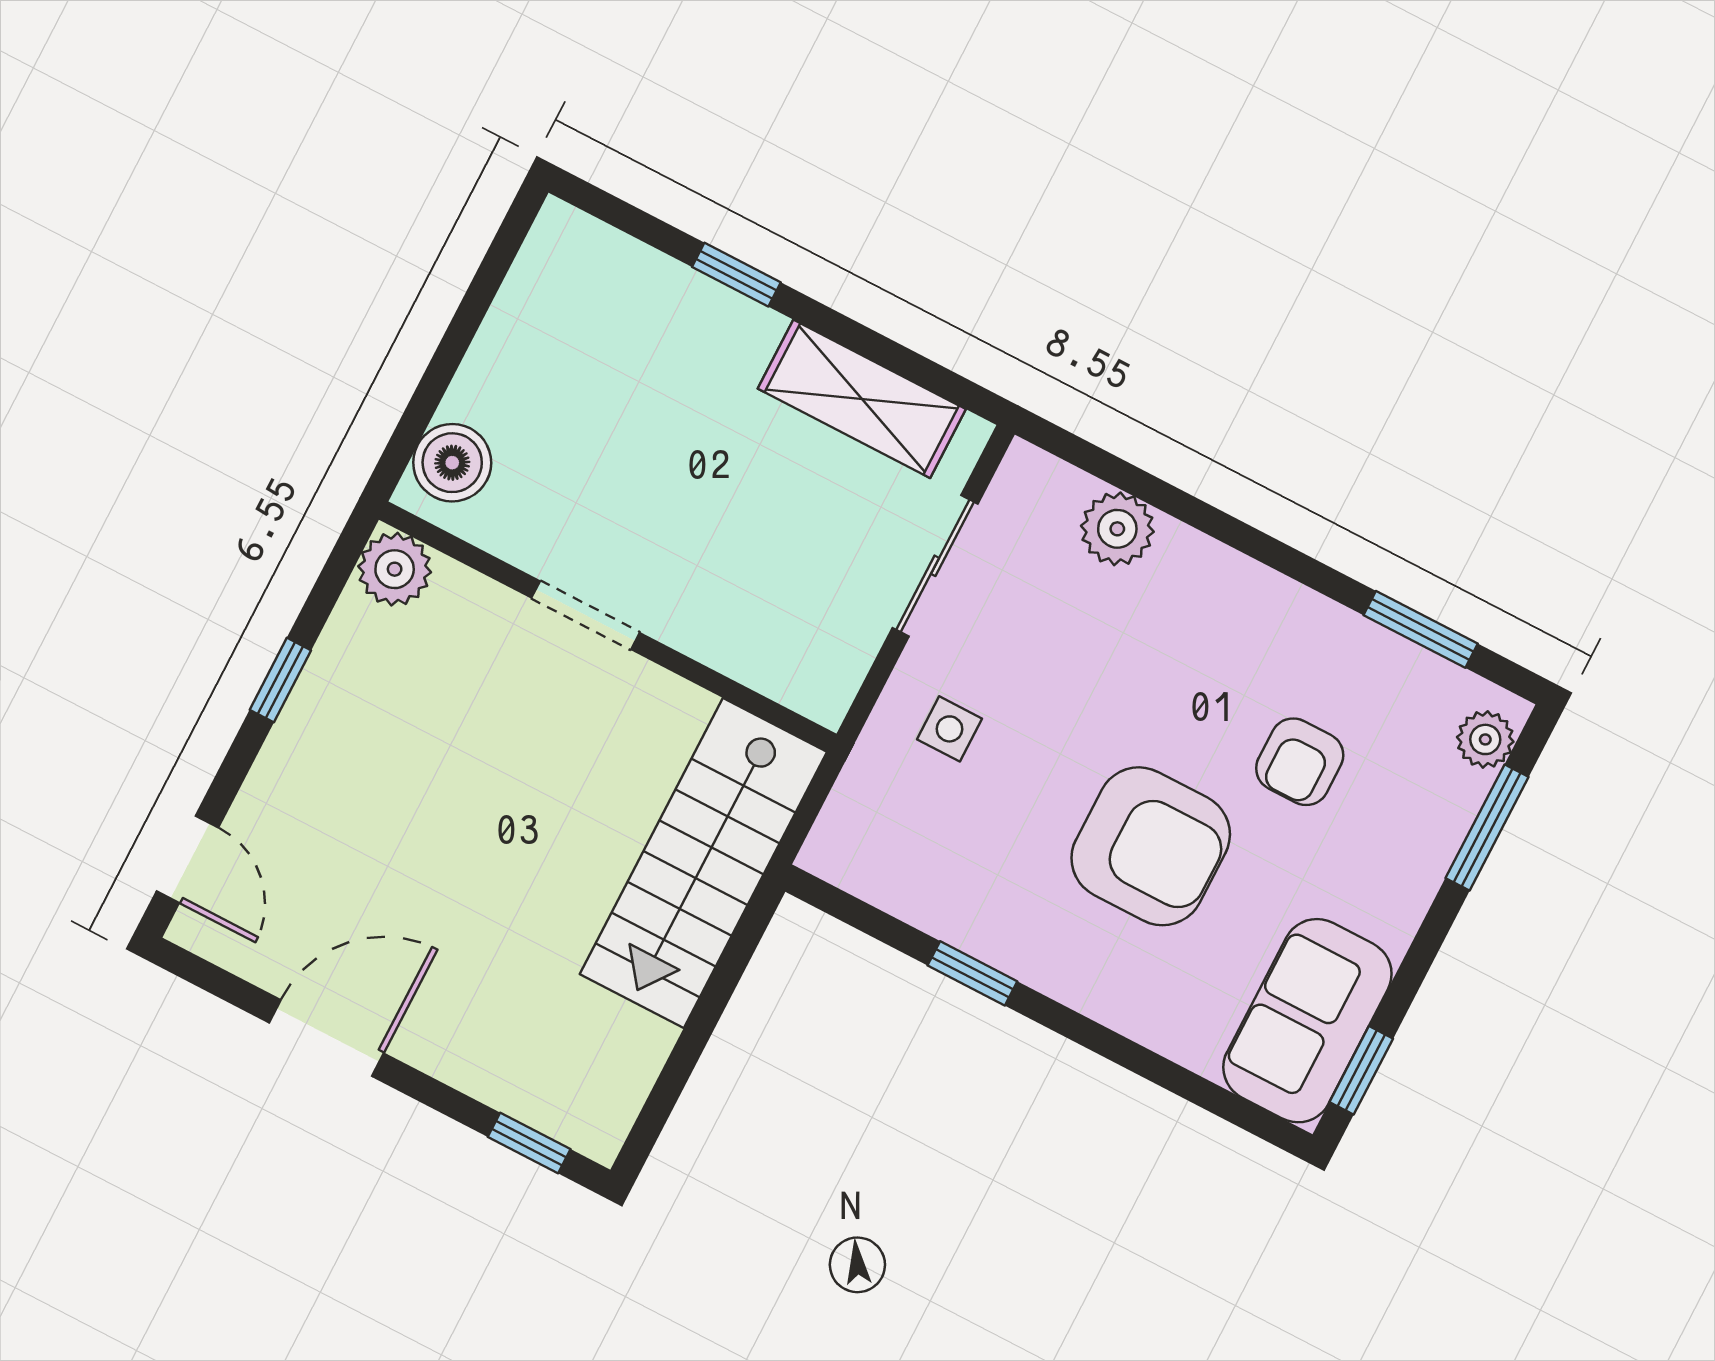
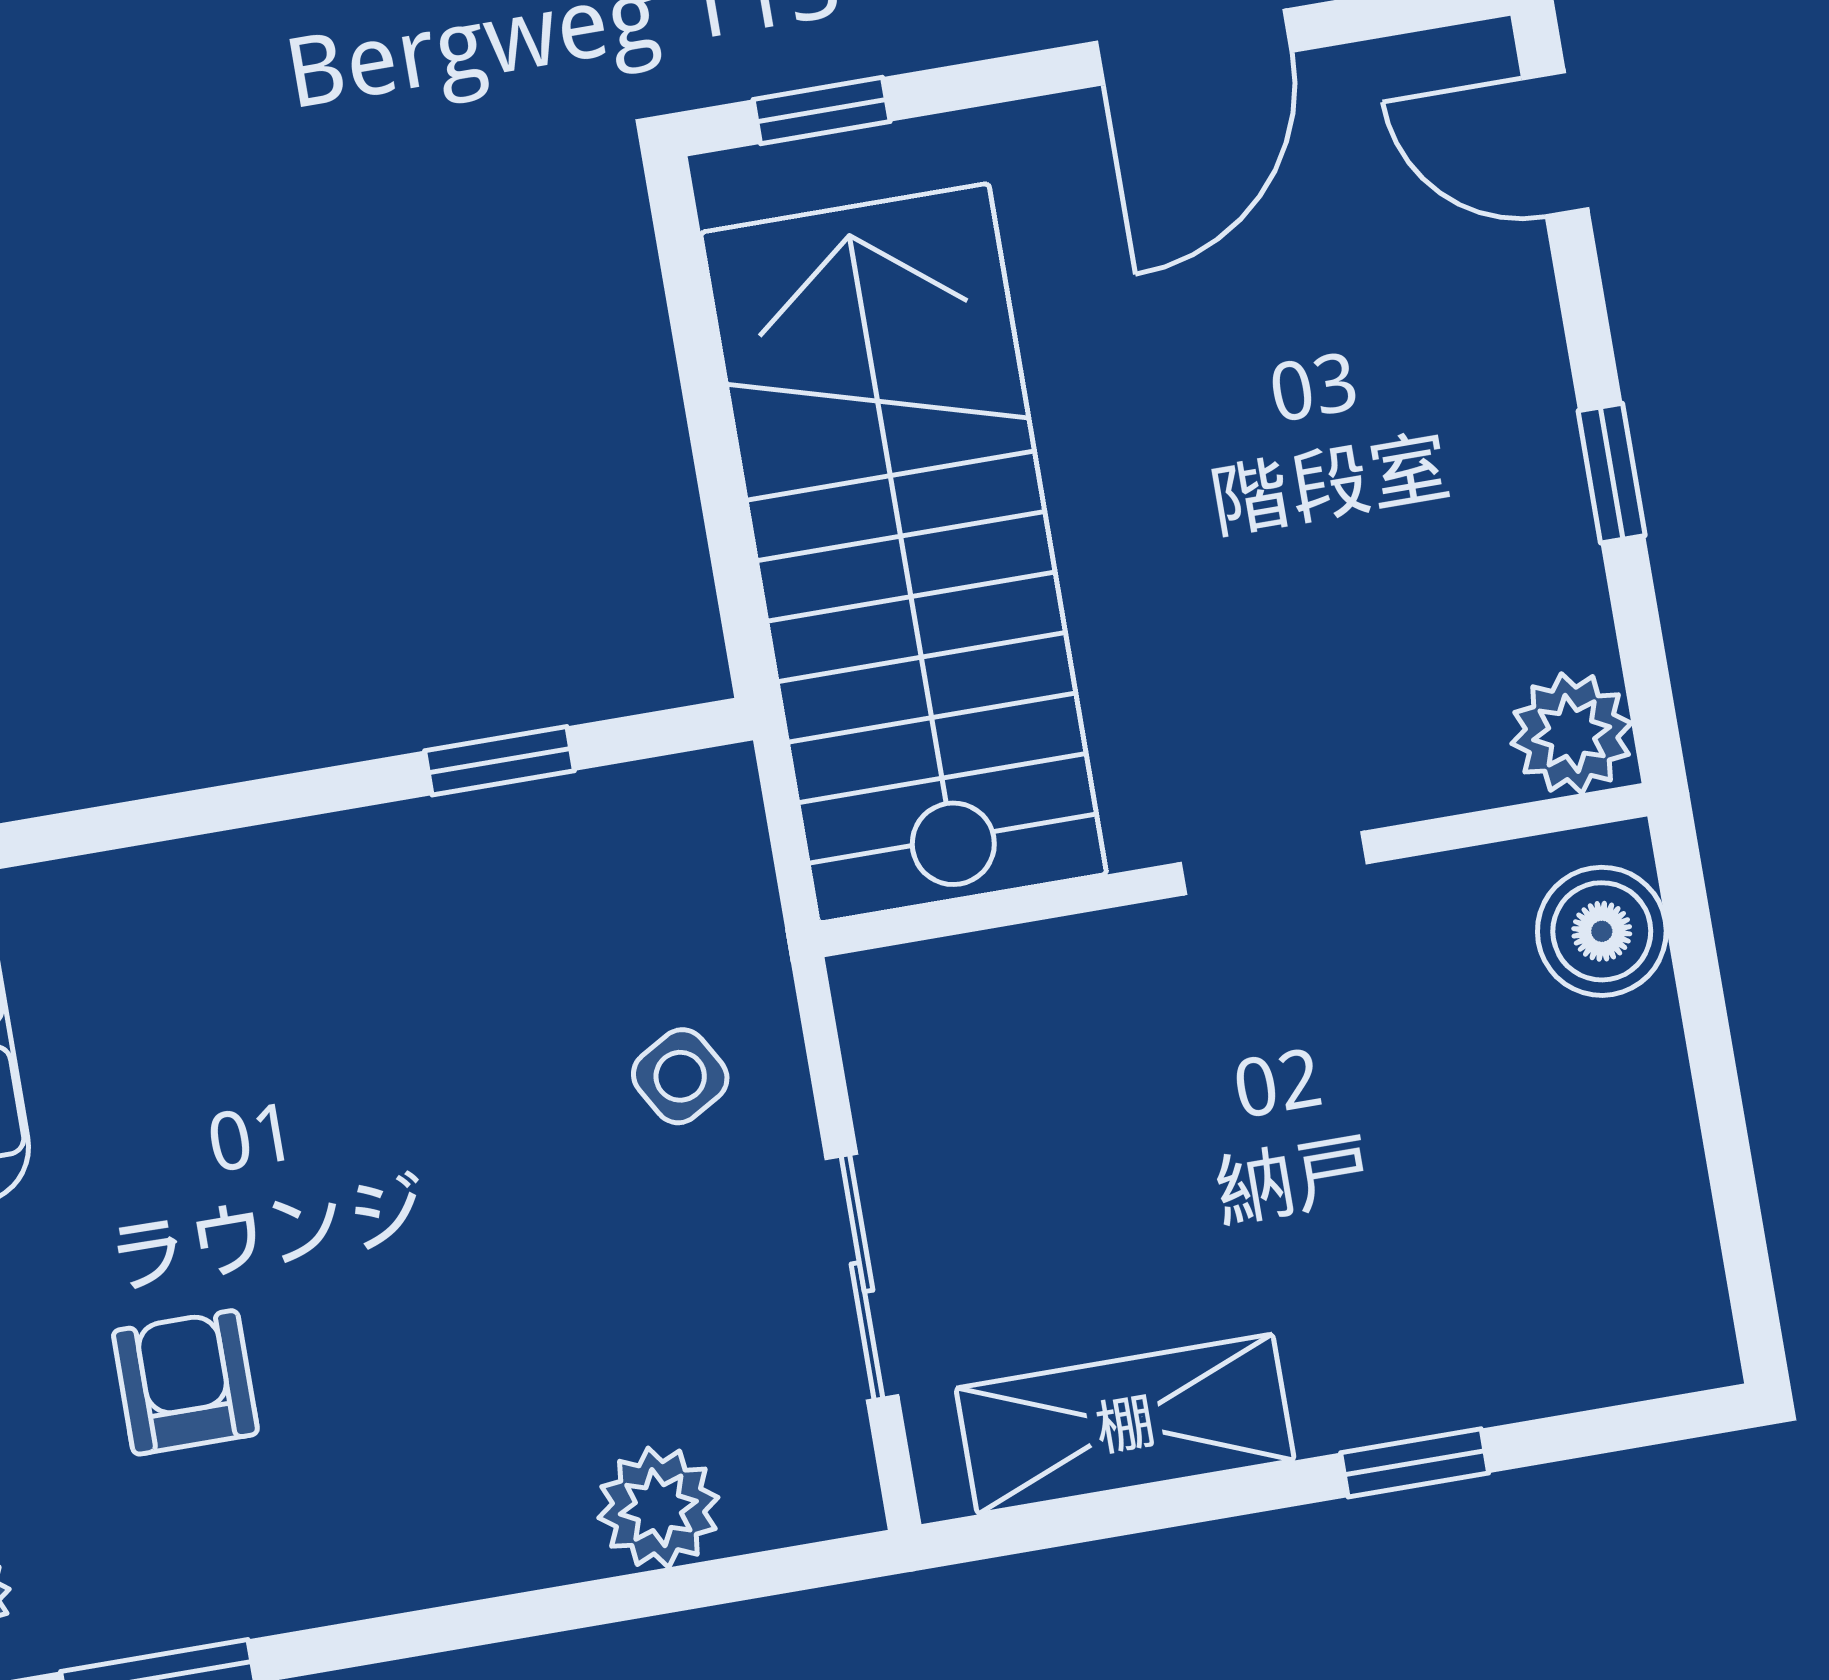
side table: (949, 729) -> (680, 1076), turned -30
armchair: (1151, 846) -> (298, 1122), removed
stairs: (703, 863) -> (904, 553), width x1.36, depth x1.51
window: (972, 973) -> (500, 761), moved

